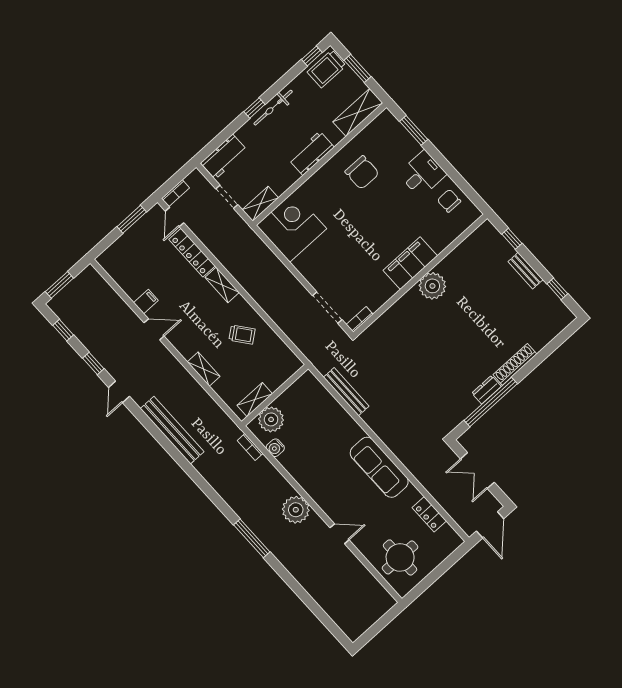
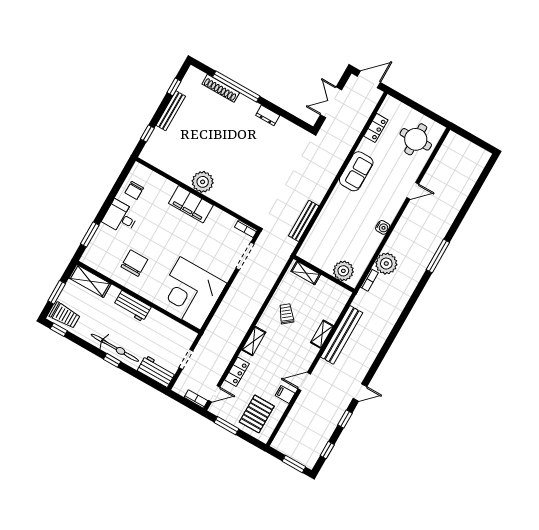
bicycle: (273, 108) -> (115, 348), width x1.37, depth x1.40
shelving: (260, 204) -> (183, 332), removed
corner desk: (291, 227) -> (190, 293), width x1.36, depth x1.36
locker: (192, 253) -> (237, 372), width x0.66
pallet: (134, 260) -> (257, 414), added
bench: (525, 271) -> (171, 111), width x1.36
door: (154, 329) -> (304, 381), hinge flipped
shoe rack: (515, 364) -> (221, 88), moved
shelving: (255, 400) -> (306, 273), moved
window: (491, 402) -> (236, 87), moved
bench: (172, 430) -> (342, 335), moved
water cooler: (275, 448) -> (383, 227), moved
sofa: (379, 467) -> (356, 171), width x0.73
double door: (477, 471) -> (331, 102), swing flipped
plant: (296, 510) -> (386, 264), moved
door: (340, 534) -> (413, 191), swing flipped

